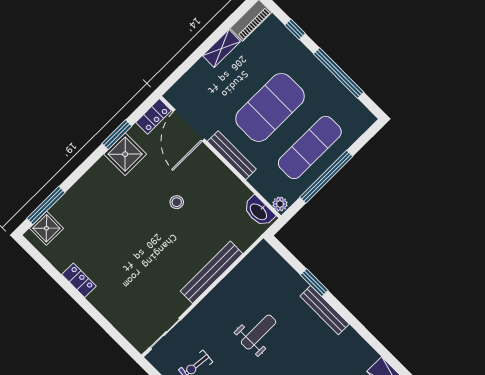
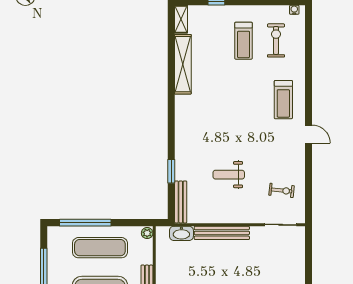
window: (326, 177) -> (85, 223), moved
washbasin: (259, 211) -> (181, 233), moved, turned 90
bench: (325, 310) -> (181, 202), moved

